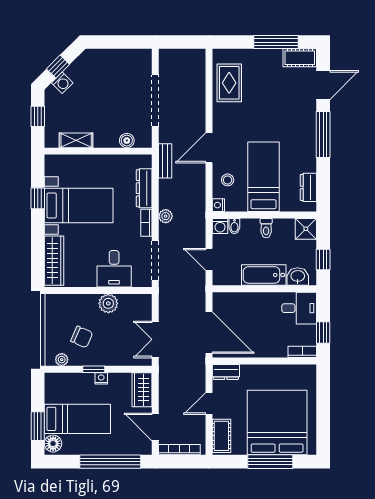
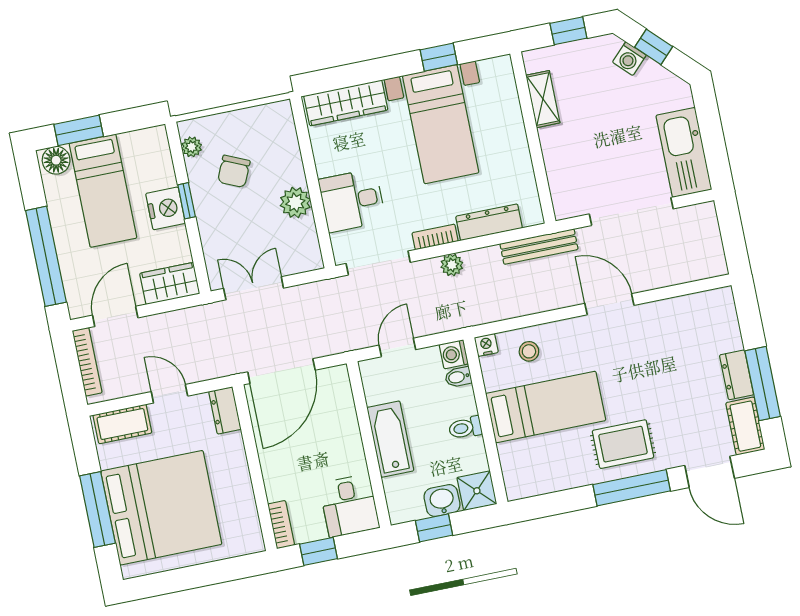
kitchen sink: (126, 61) -> (684, 152), added
rug: (229, 83) -> (623, 444), moved
boiler: (127, 141) -> (559, 179), removed
door: (209, 148) -> (609, 304), moved
bench: (165, 161) -> (539, 247), width x1.36
dresser: (308, 187) -> (737, 375), moved, turned -90
washbasin: (298, 276) -> (442, 501), moved, turned -90
nightstand: (101, 378) -> (166, 208), width x1.89, depth x1.79

